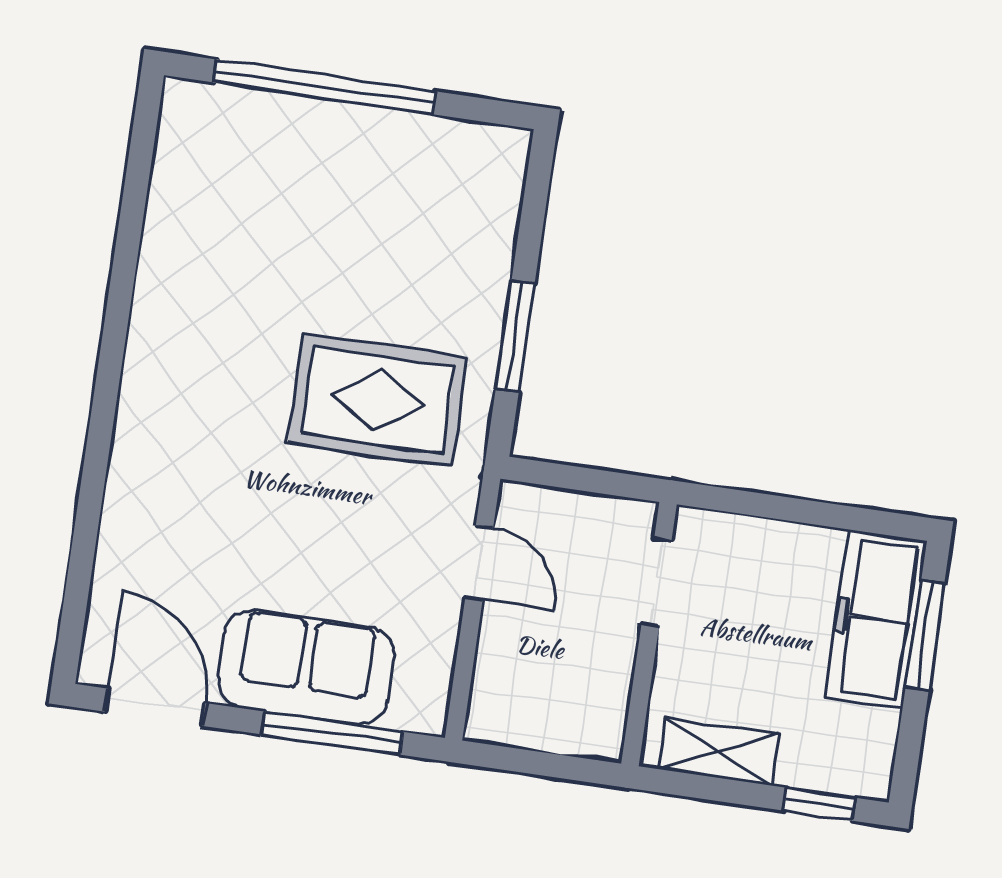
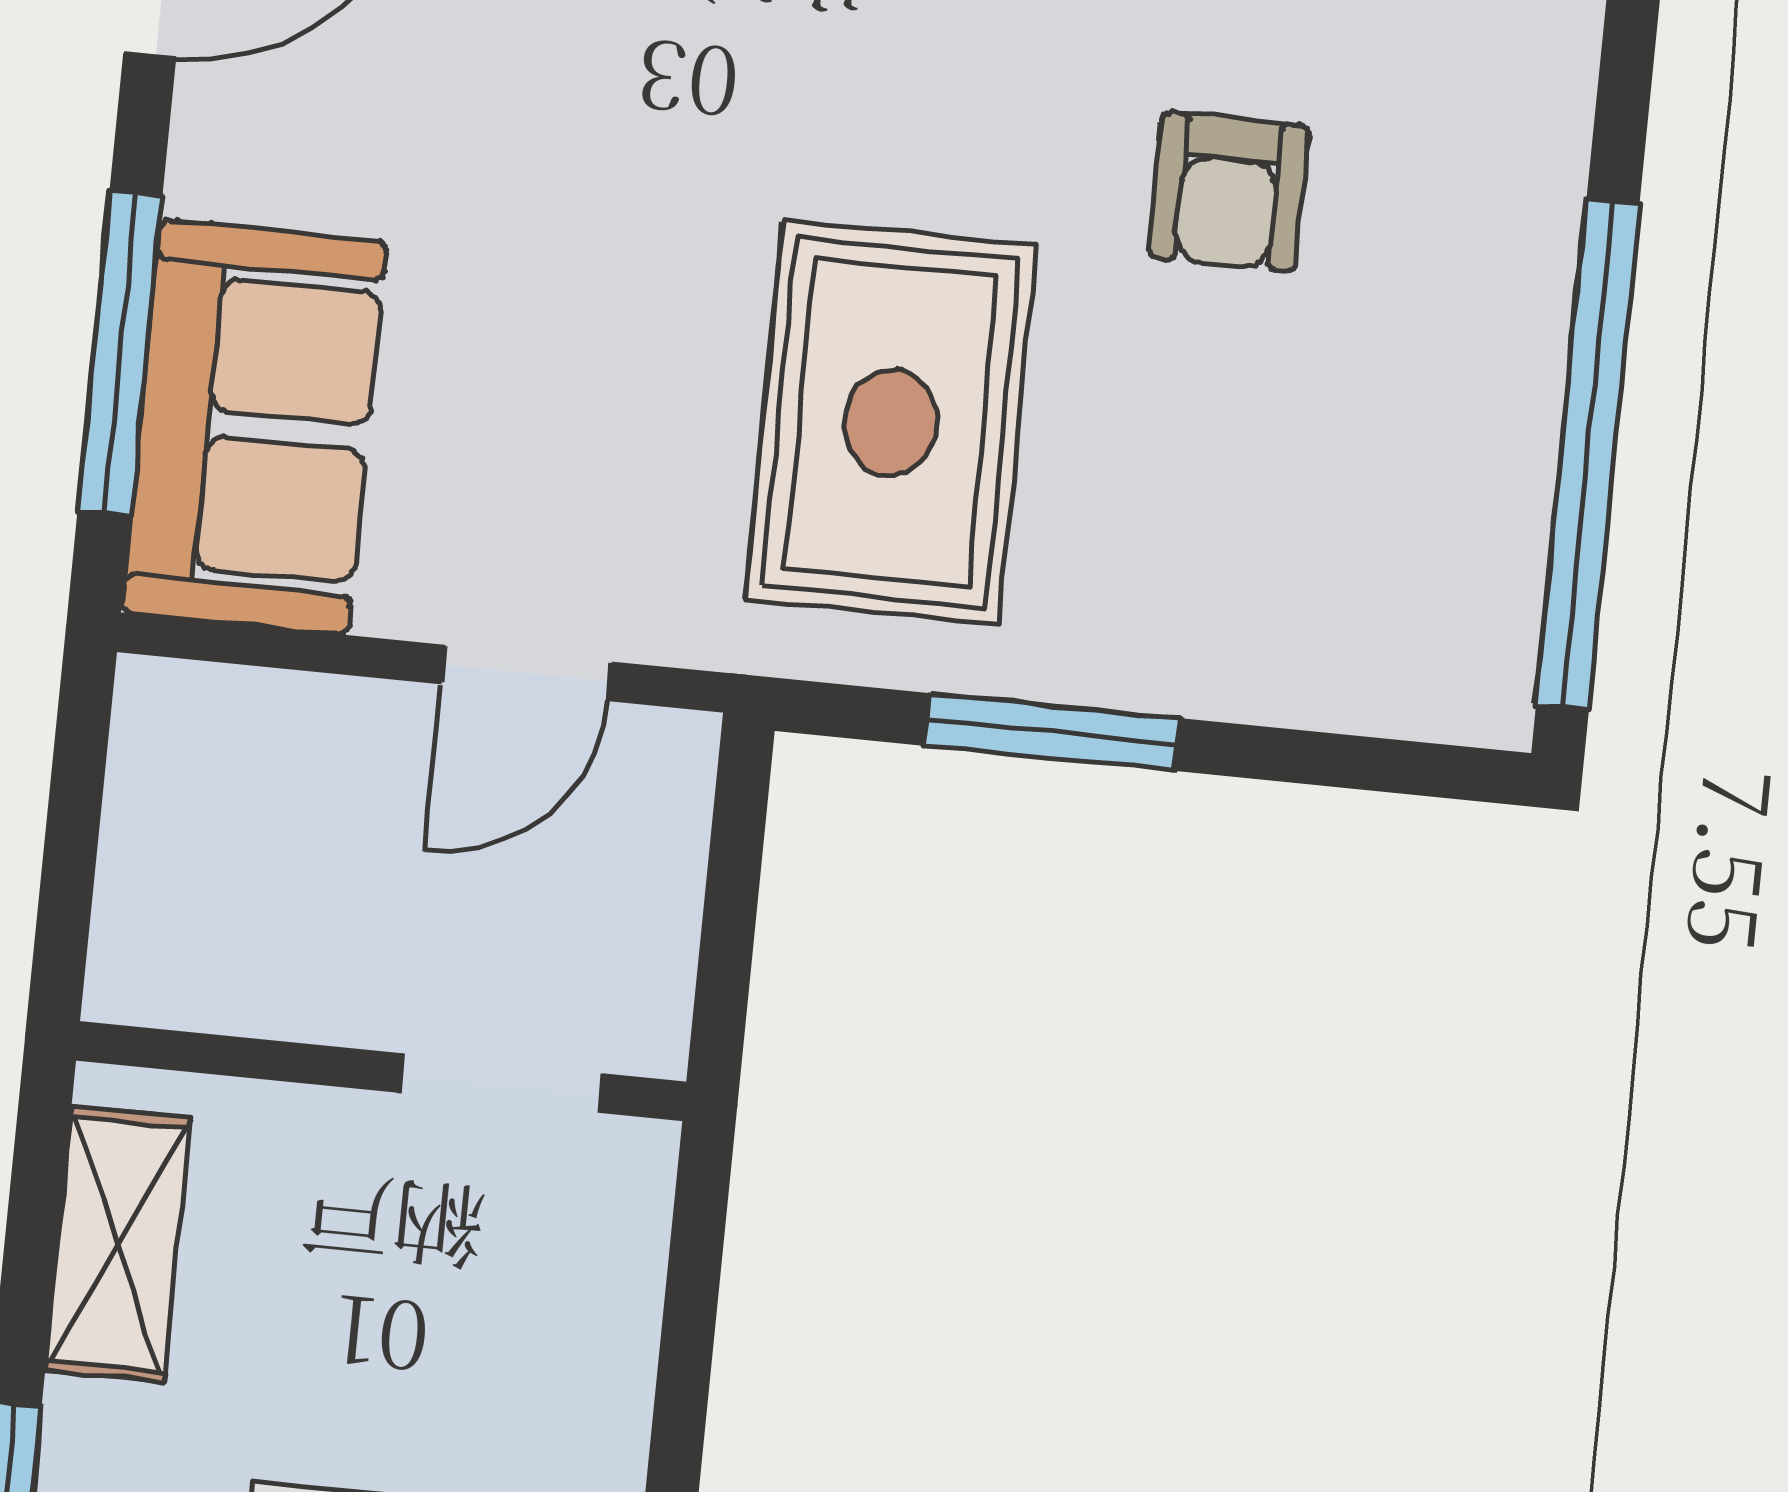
window: (324, 87) -> (1588, 454), moved
armchair: (284, 249) -> (1229, 192), added
sofa: (306, 668) -> (254, 427), moved

